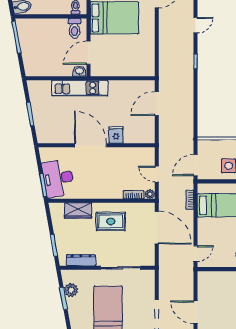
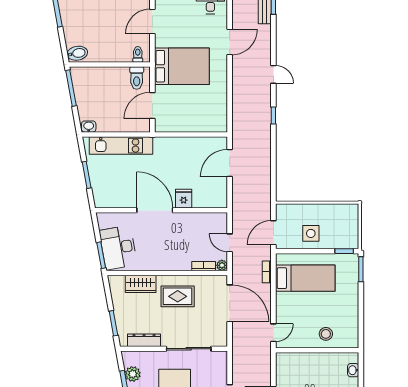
door: (195, 25) -> (273, 74), hinge flipped
washbasin: (79, 71) -> (89, 127), moved
kitchen unit: (80, 88) -> (121, 146), moved

